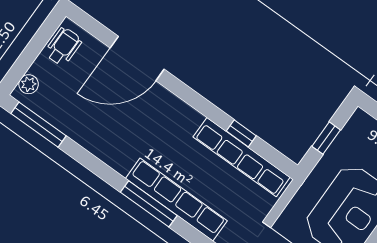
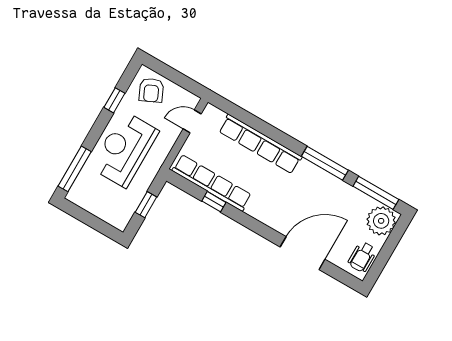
plant: (29, 84) -> (381, 221), width x1.88, depth x1.88
window: (149, 204) -> (325, 163), moved

